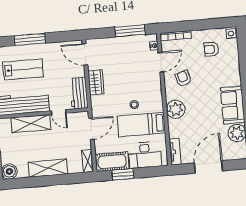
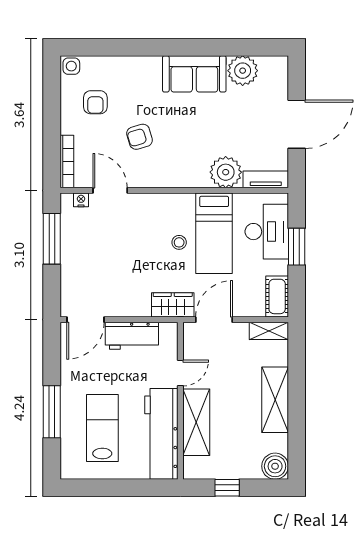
armchair: (183, 78) -> (140, 137), moved
wardrobe: (96, 82) -> (173, 305), moved
workbench: (79, 93) -> (132, 336), moved
plant: (176, 109) -> (226, 172), moved
door: (91, 129) -> (214, 320), hinge flipped
cot: (112, 162) -> (277, 296), width x0.73, depth x0.75
door: (208, 167) -> (297, 124), swing flipped
window: (123, 174) -> (297, 247), moved

